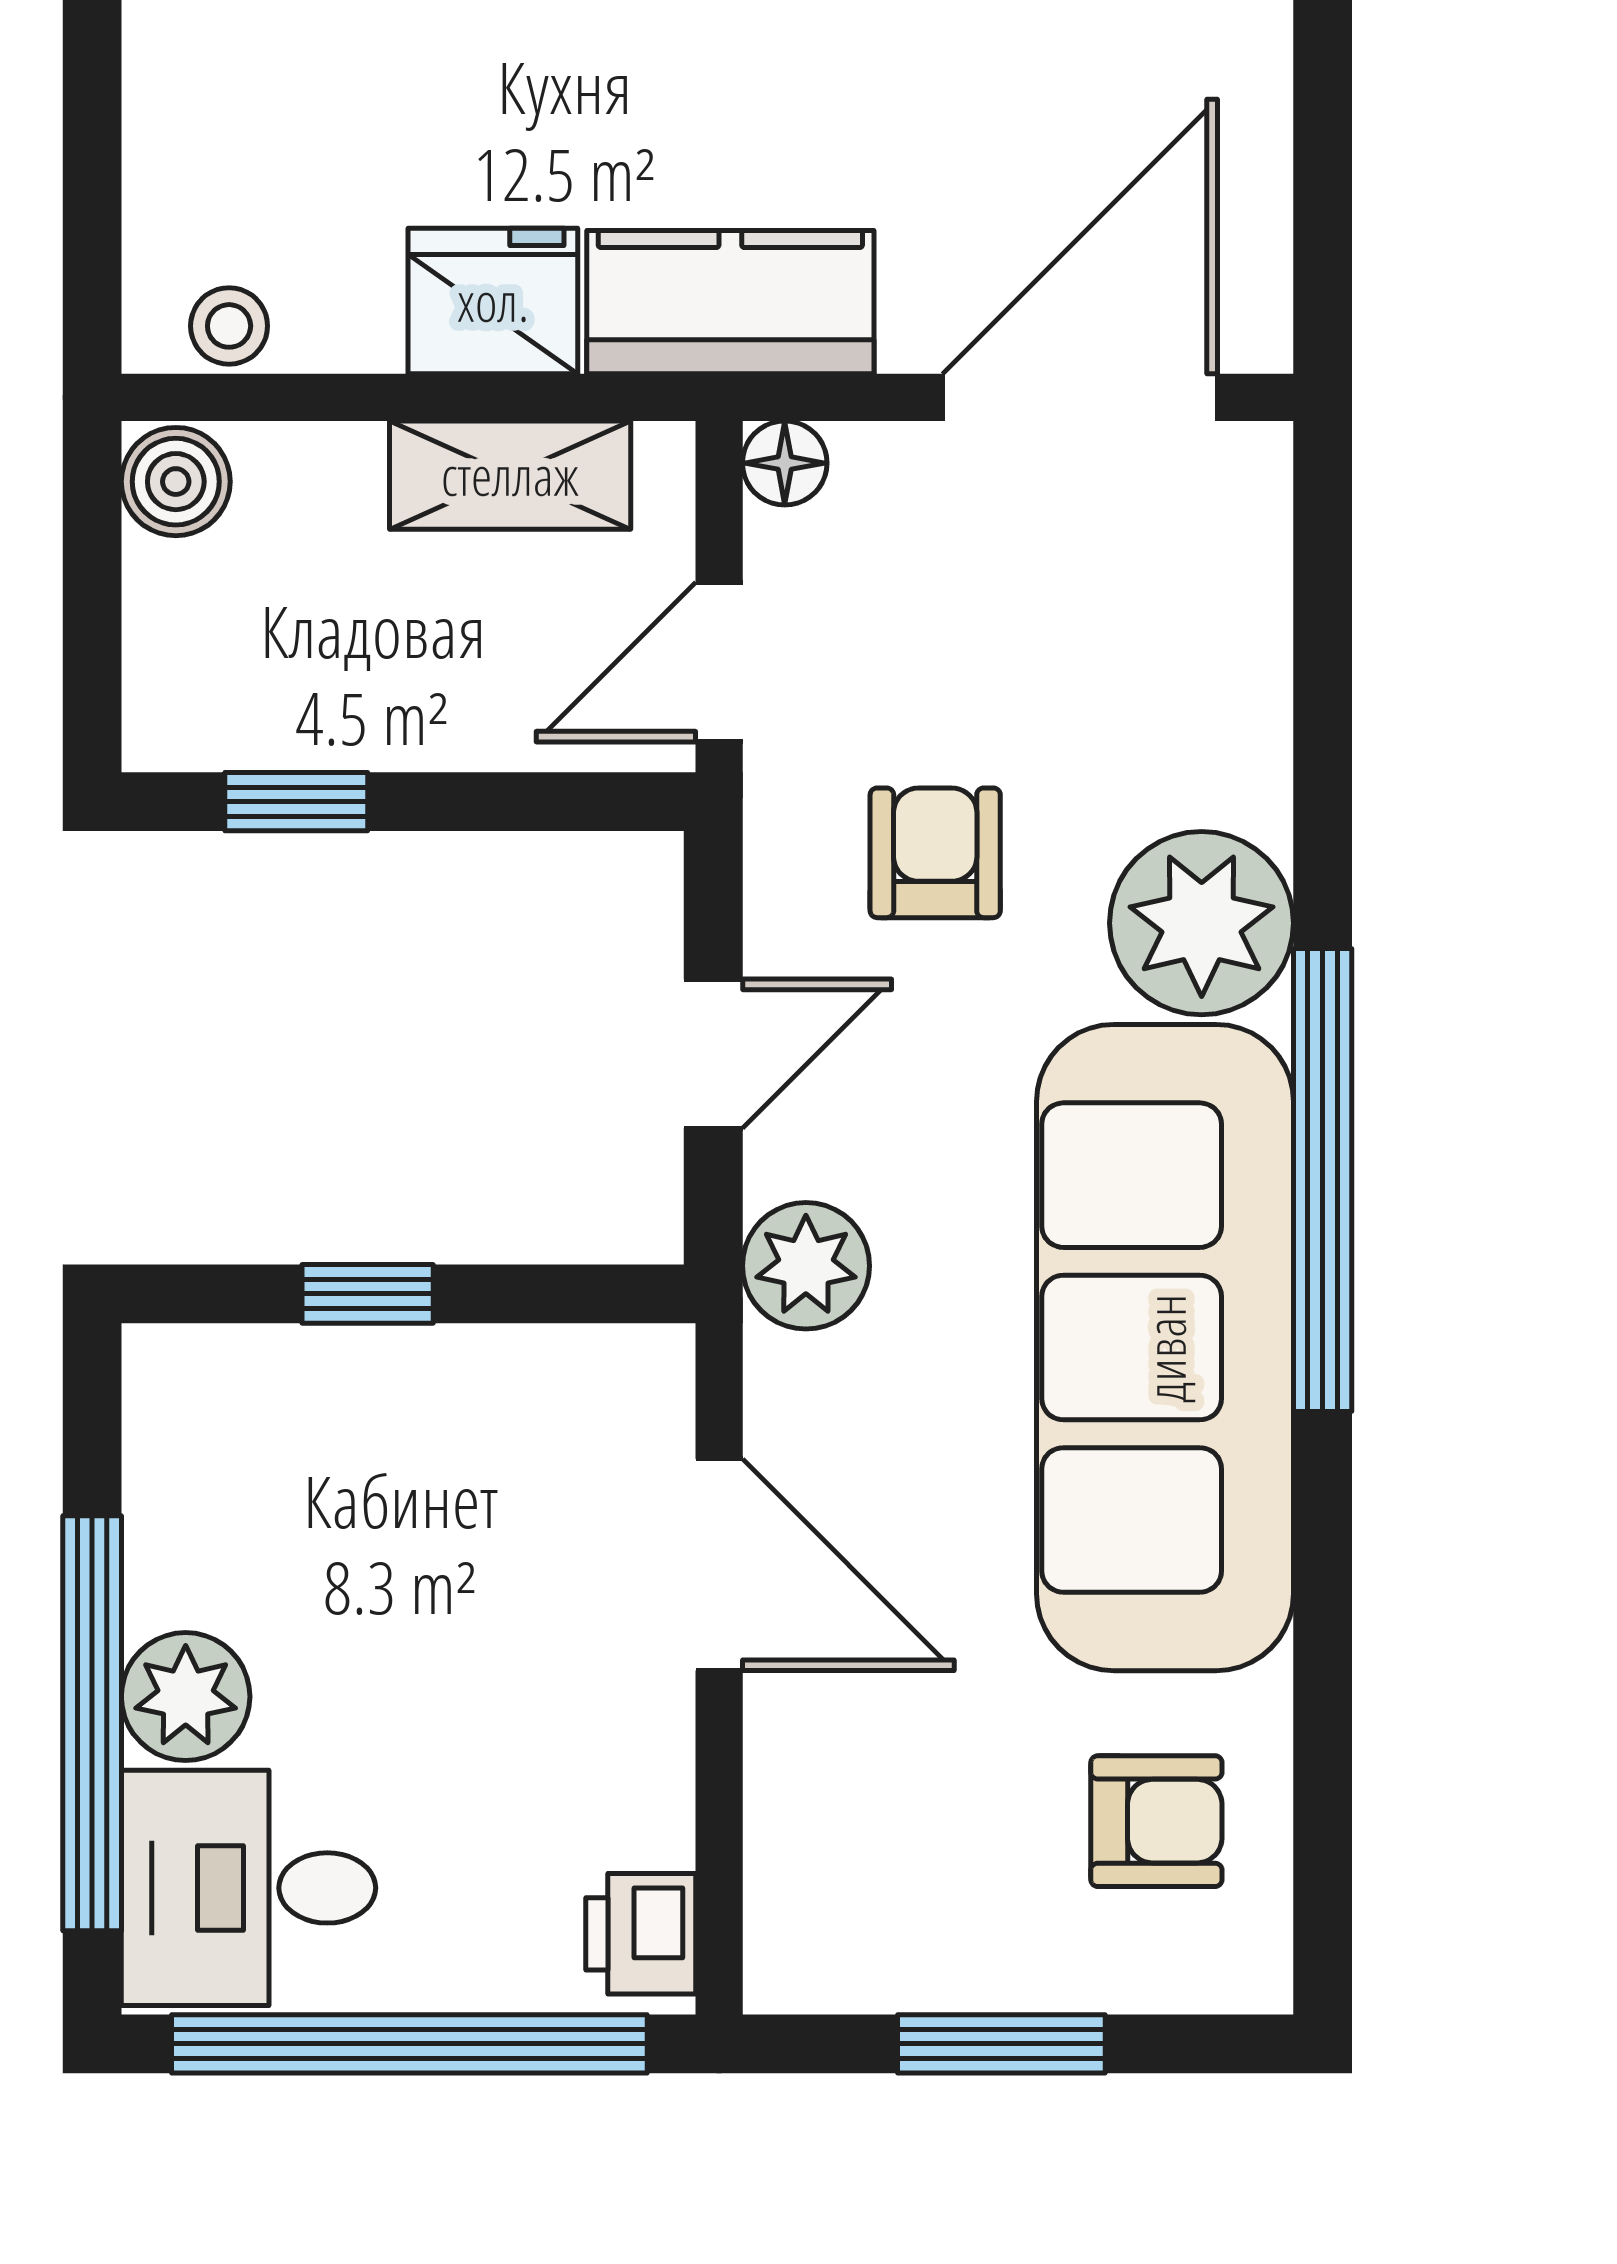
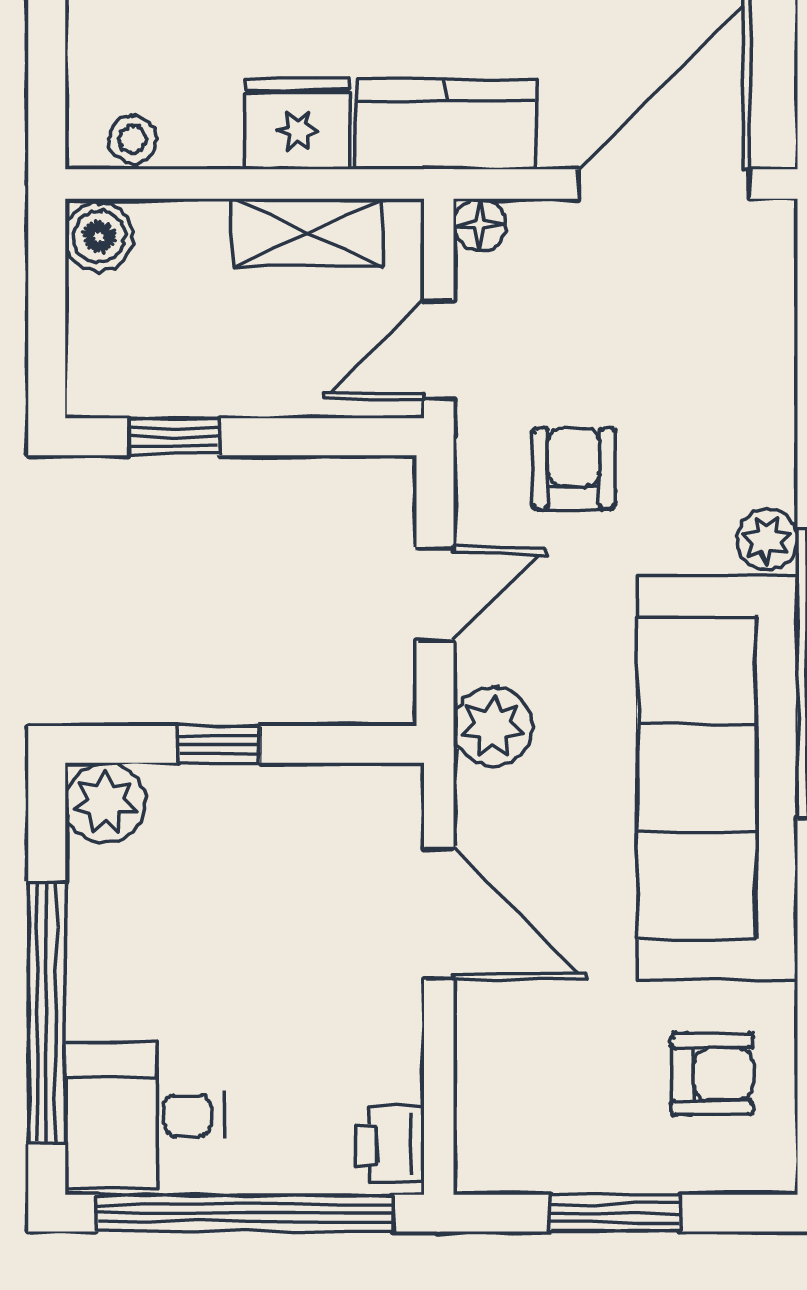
plant: (1202, 923) -> (767, 539), width x0.53, depth x0.53
plant: (186, 1697) -> (105, 803), moved

